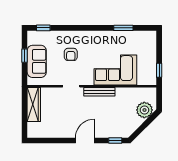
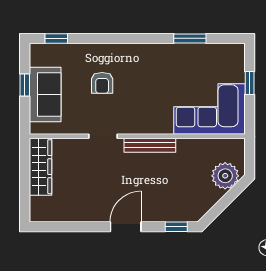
corner sofa: (115, 70) -> (209, 109), moved
window: (159, 70) -> (250, 83), moved

